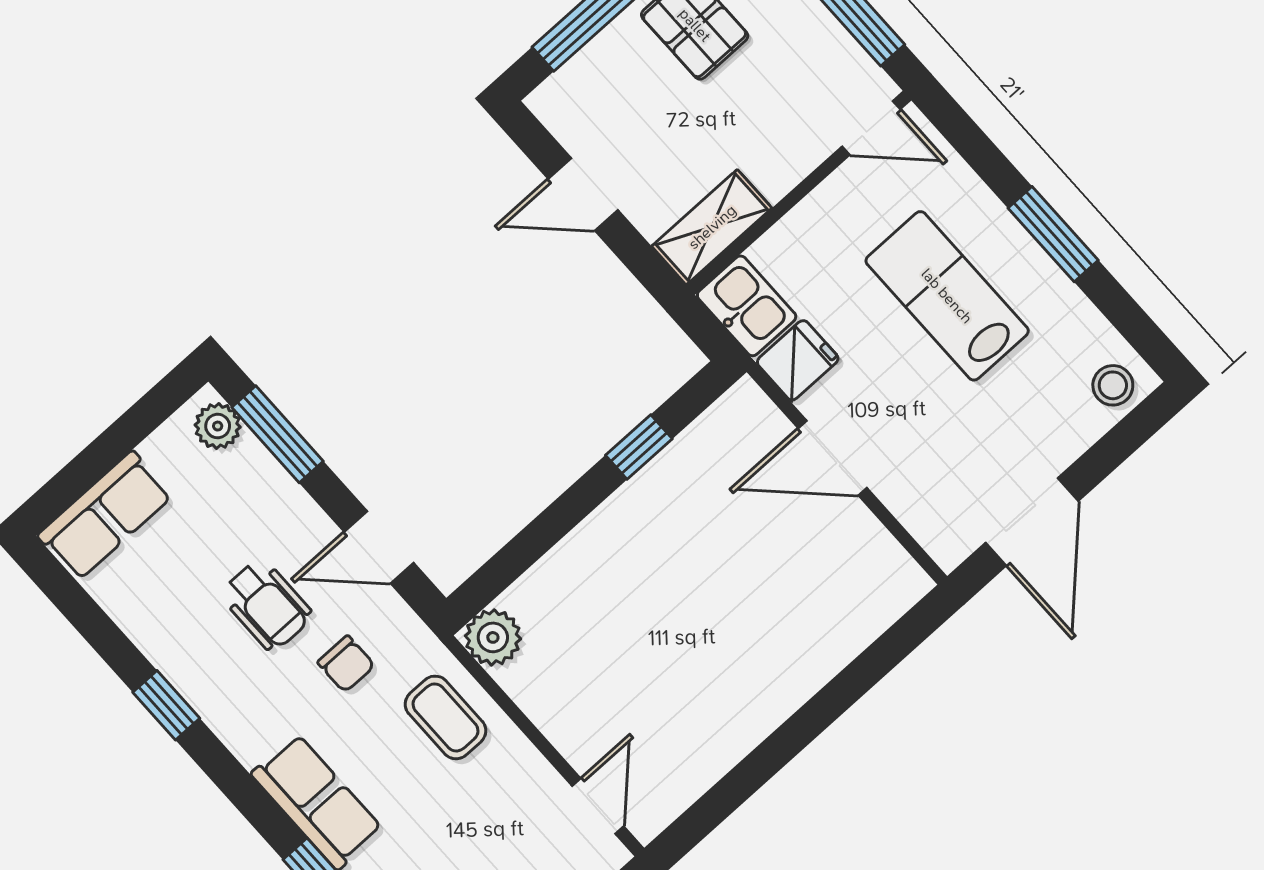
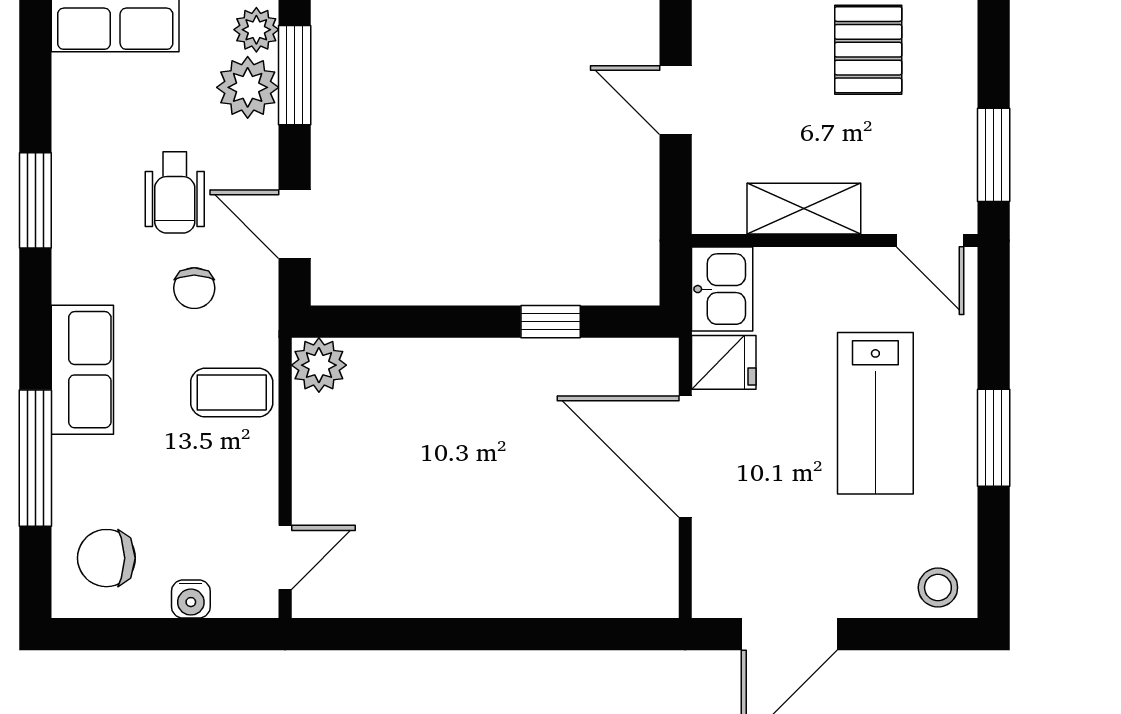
shelving: (712, 227) -> (804, 209), moved
lab bench: (947, 296) -> (875, 413), turned 180
door: (833, 458) -> (685, 457), width x1.36
plant: (250, 476) -> (248, 87), added
window: (166, 705) -> (35, 200), width x1.50
coffee table: (446, 717) -> (232, 393), turned 90

